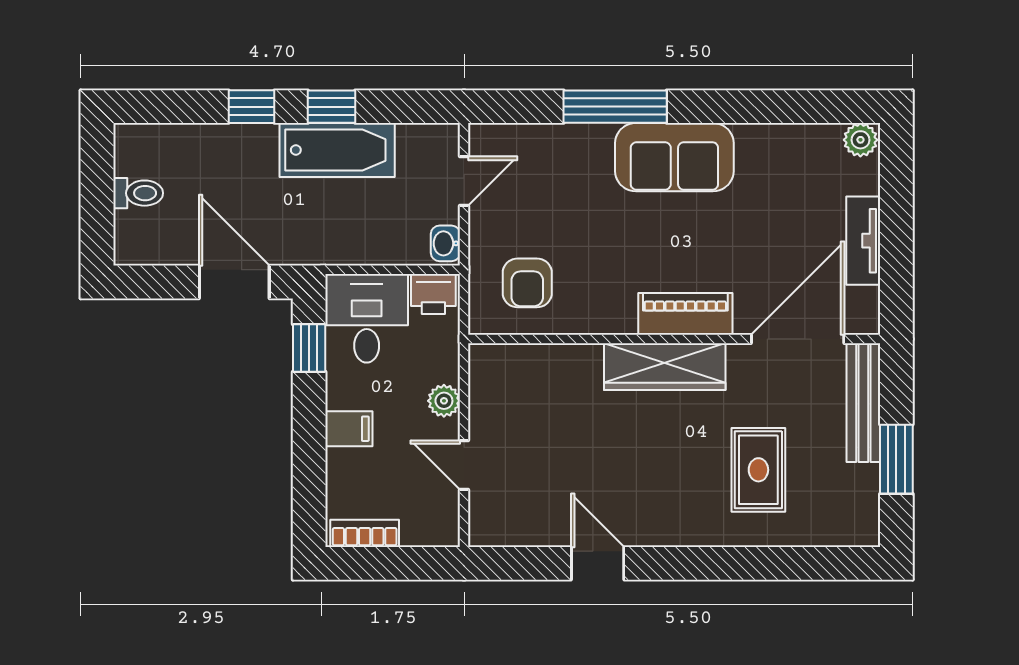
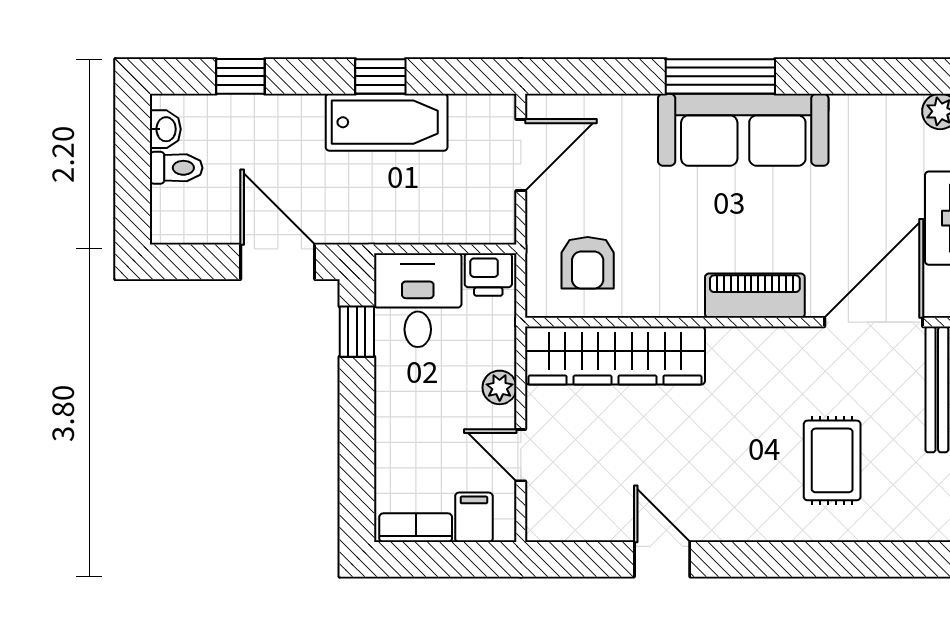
window: (252, 107) -> (240, 76), moved
window: (615, 107) -> (720, 76), moved
sofa: (674, 157) -> (743, 130), width x1.36
door: (464, 181) -> (521, 155), width x1.38
washbasin: (445, 243) -> (165, 129), moved, turned 180
wardrobe: (665, 367) -> (615, 356), moved, width x1.40, depth x1.17
filing cabinet: (349, 429) -> (474, 517), moved, turned -90

